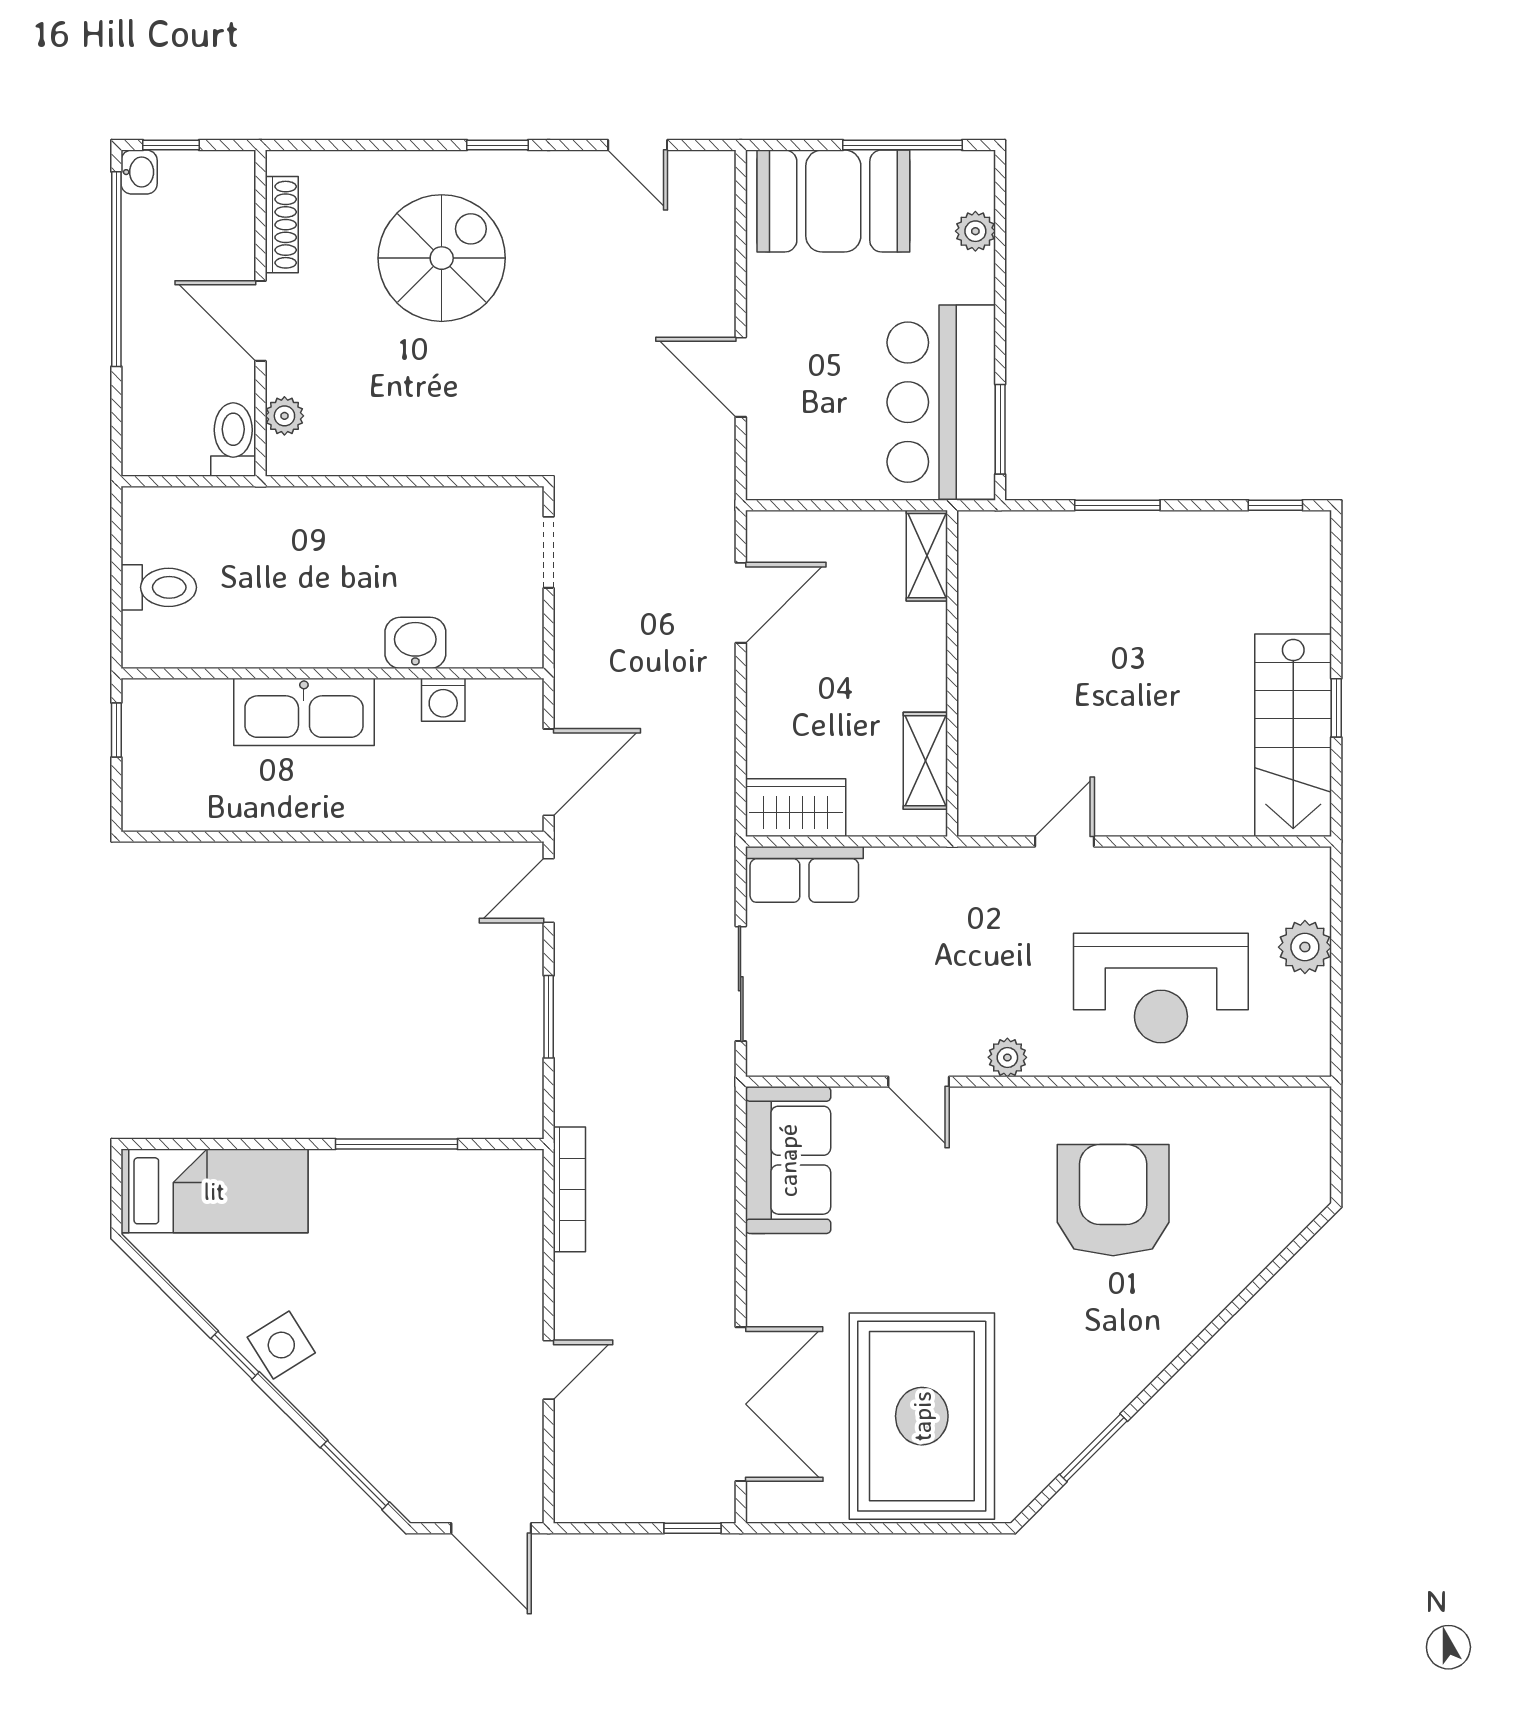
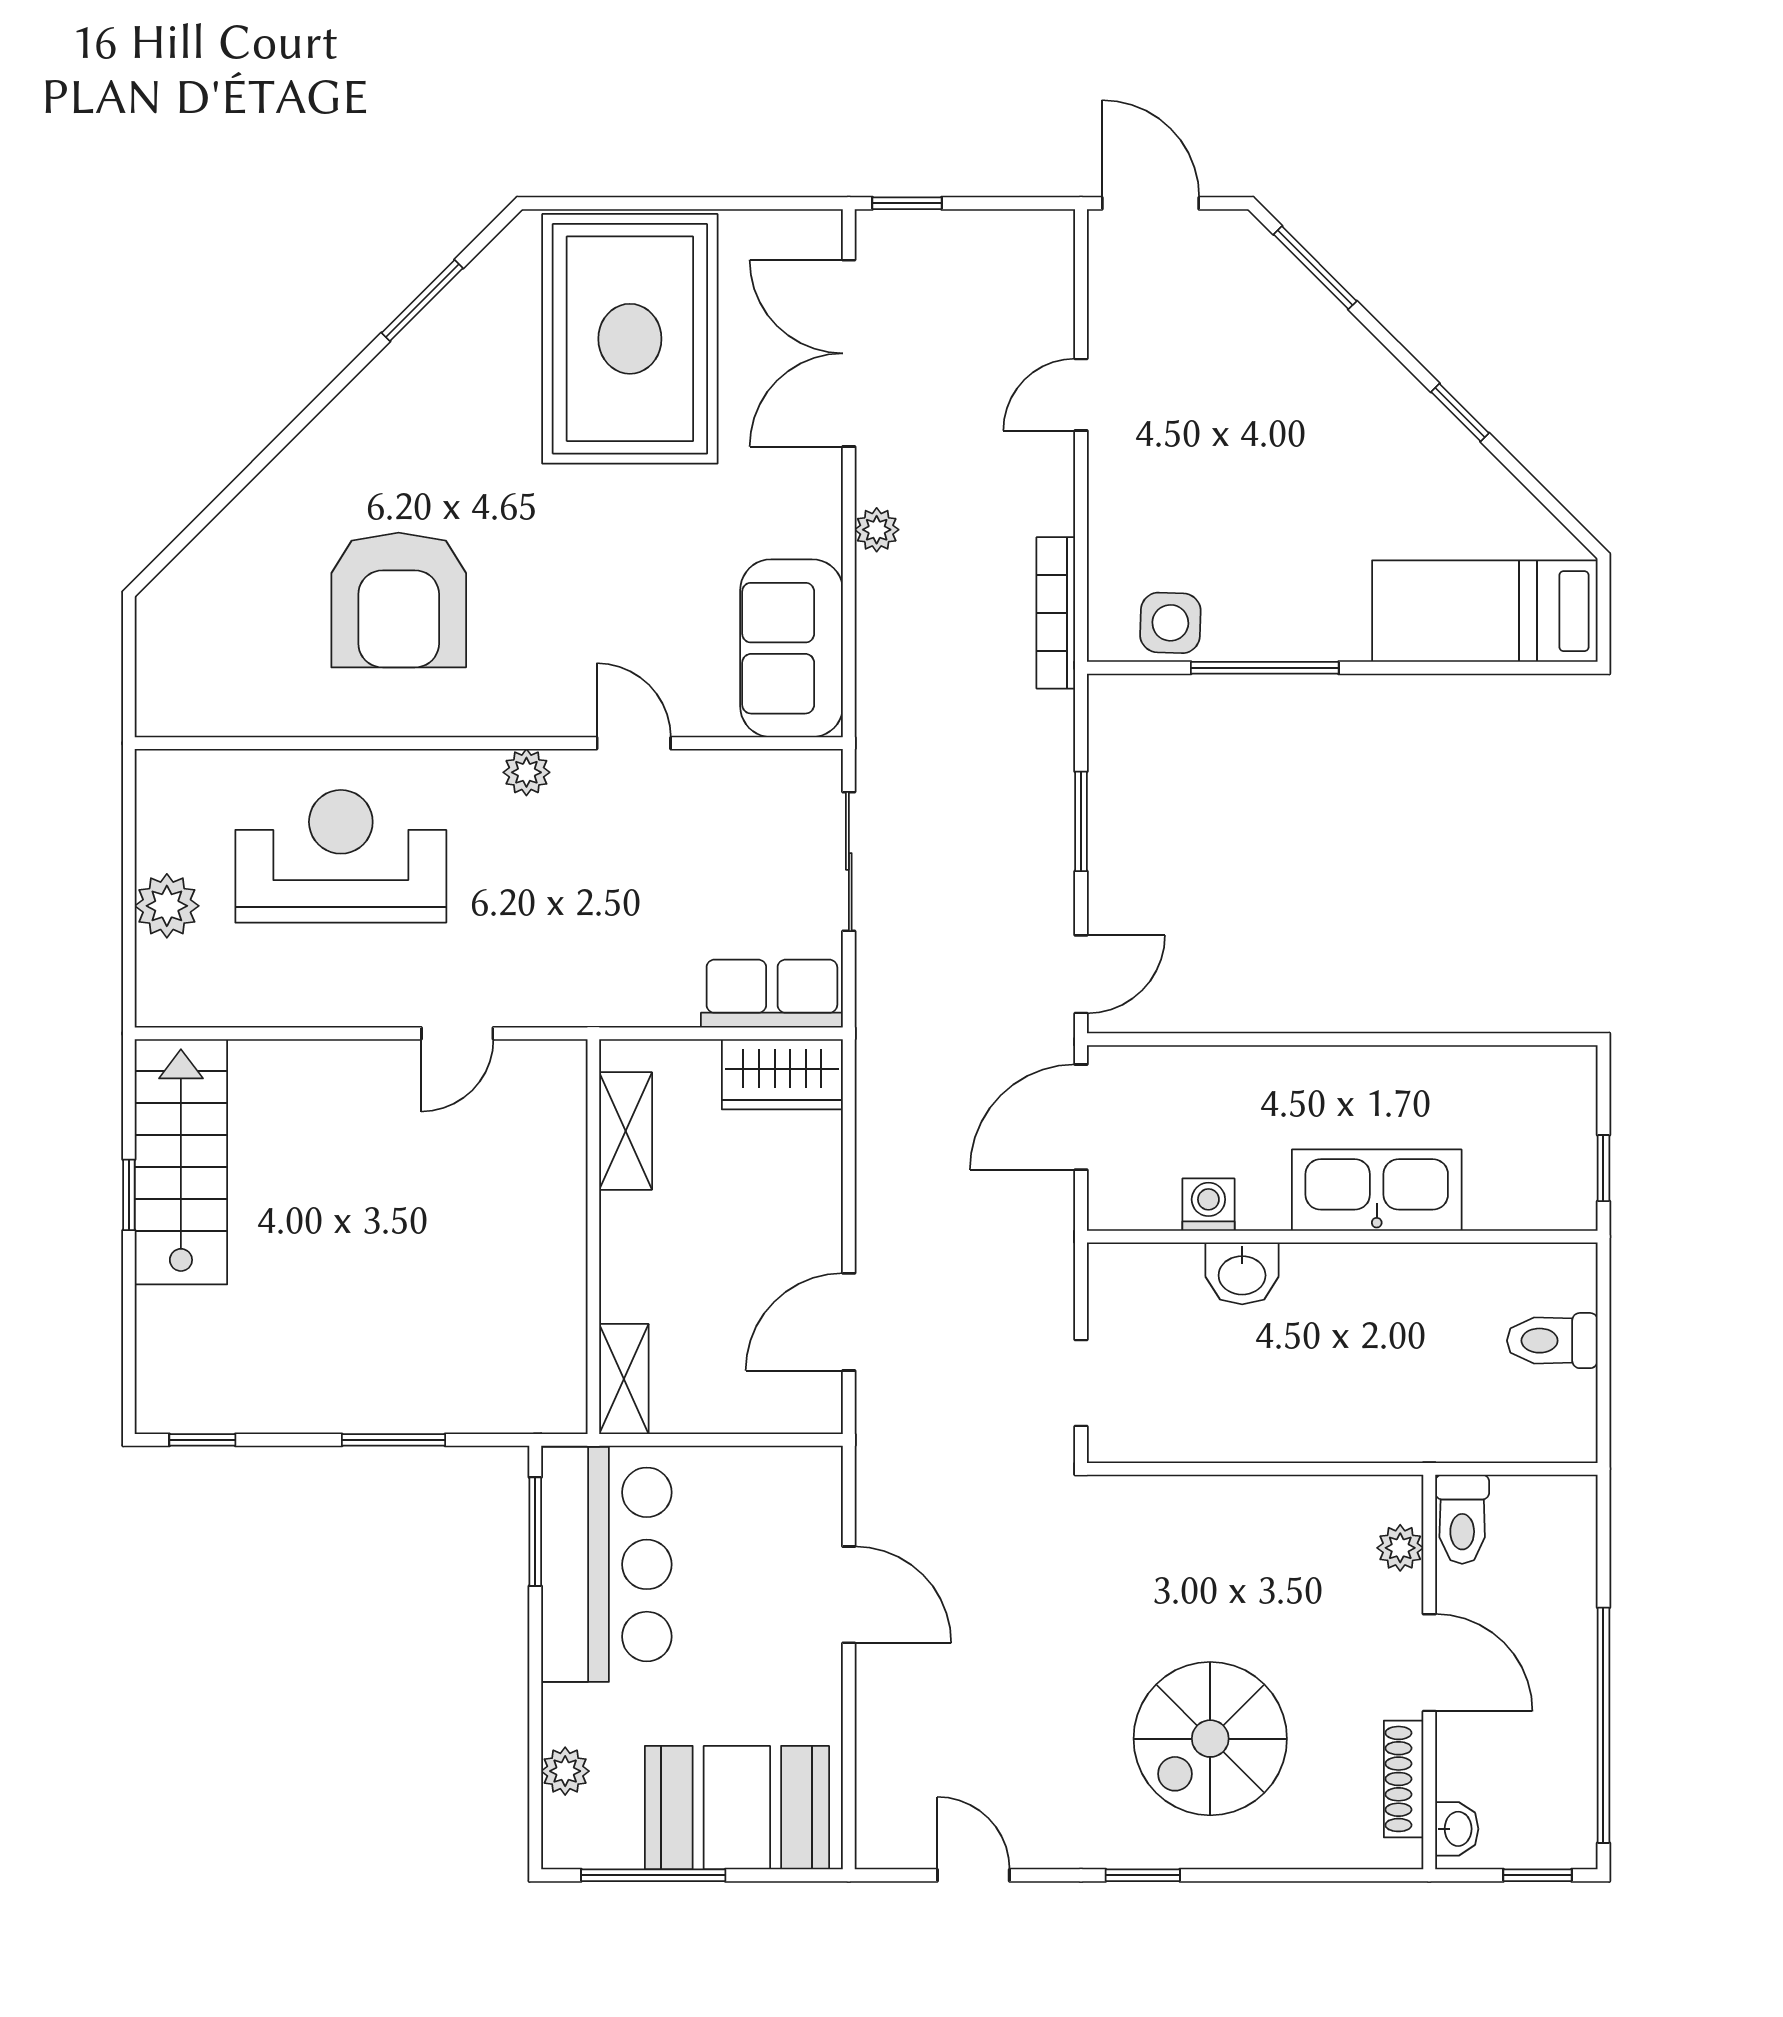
washbasin: (139, 172) -> (1457, 1829), moved, turned 180
plant: (718, 1258) -> (877, 530), added
side table: (281, 1345) -> (1170, 623), moved, turned 34

